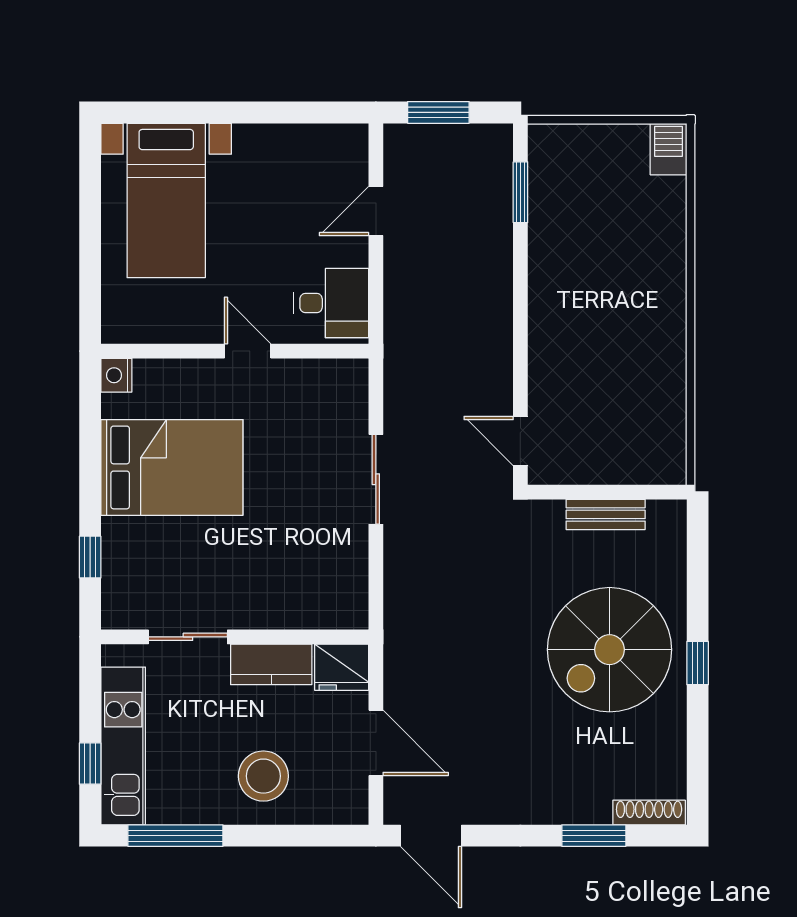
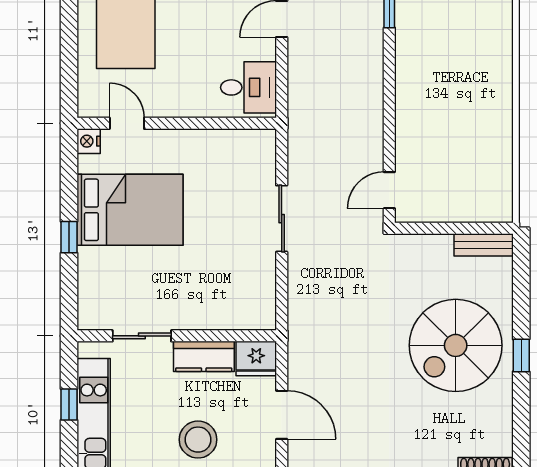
door: (248, 351) -> (127, 123), moved
door: (520, 441) -> (389, 190), hinge flipped
bench: (606, 514) -> (484, 245), moved
window: (90, 557) -> (69, 237), moved
window: (90, 764) -> (69, 404), moved

